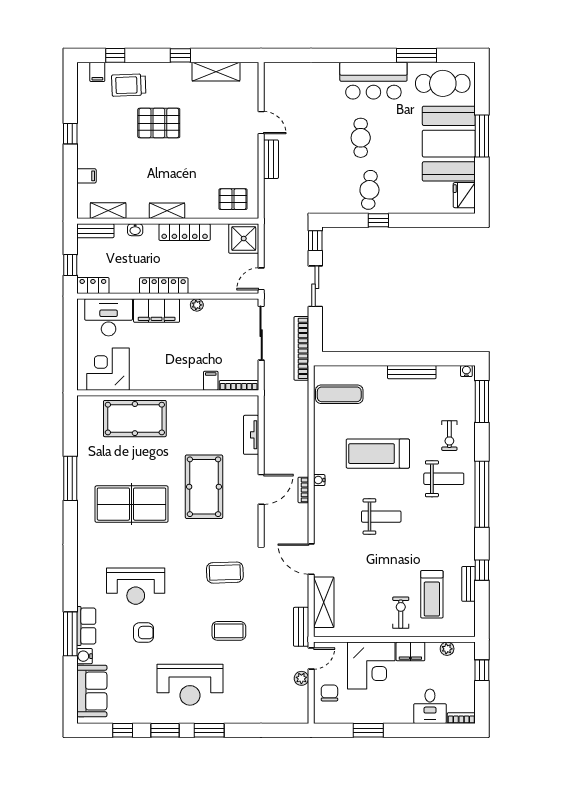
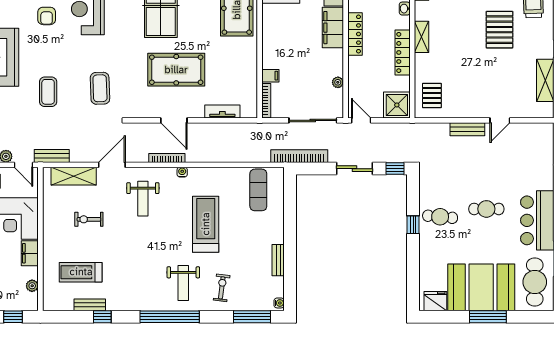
plant: (197, 305) -> (338, 82), moved
bench: (412, 372) -> (278, 260), width x0.73
exercise bike: (449, 436) -> (222, 288), turned 97
bookcase: (303, 490) -> (167, 158), width x1.56
weight bench: (381, 517) -> (143, 199), moved
exercise bike: (401, 613) -> (89, 219), moved, turned 180

